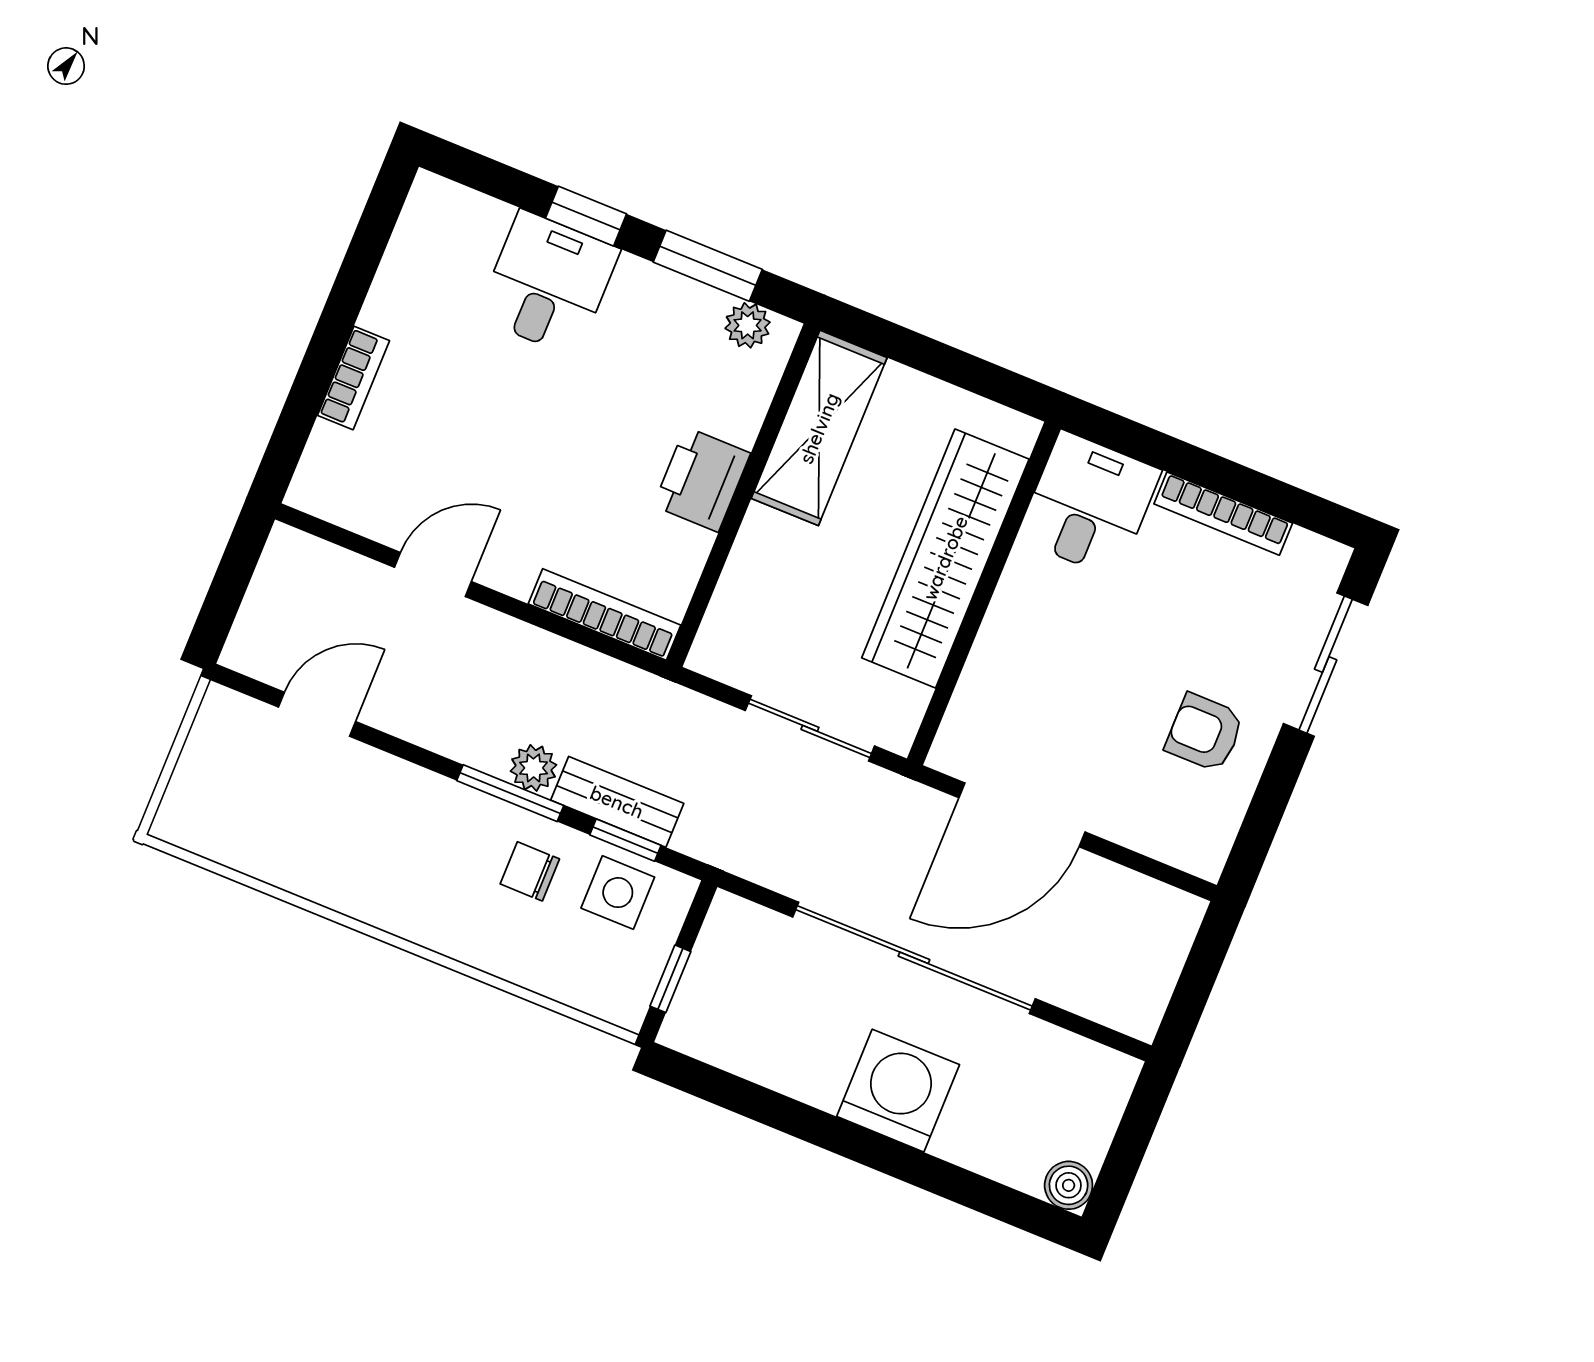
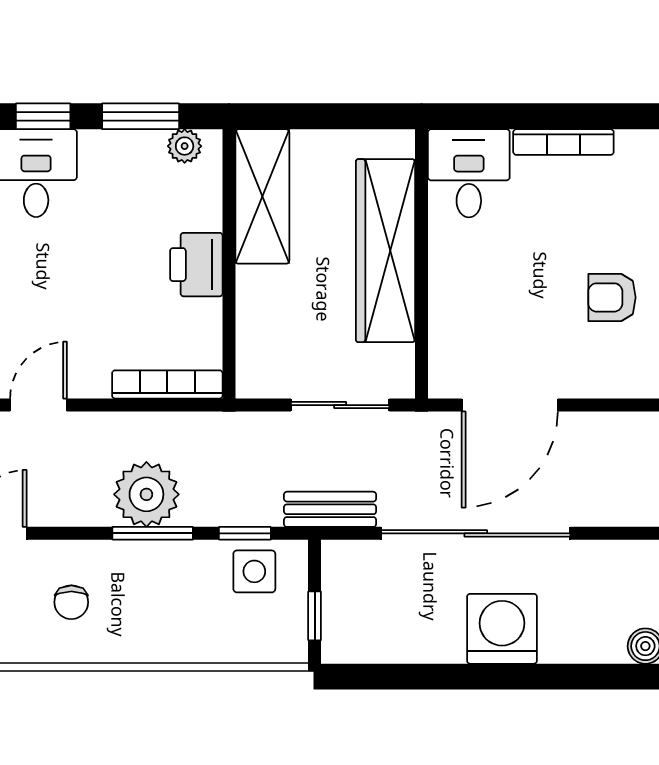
plant: (534, 768) -> (146, 494), width x1.88, depth x1.88
bench: (617, 802) -> (330, 509), moved
chair: (530, 871) -> (71, 602), moved, turned -90

